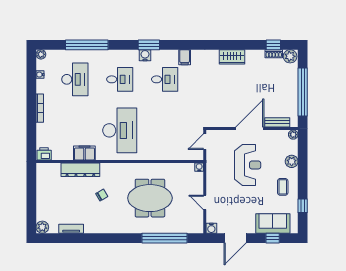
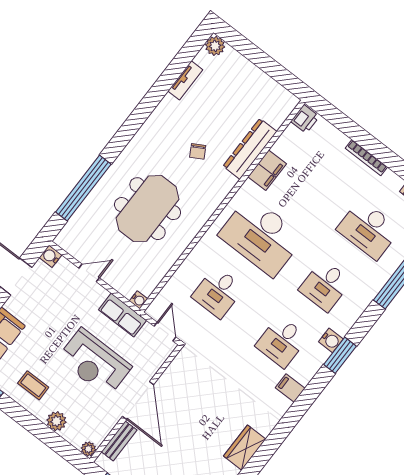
desk: (165, 130) -> (218, 292), added
row of seats: (213, 169) -> (122, 315), added

